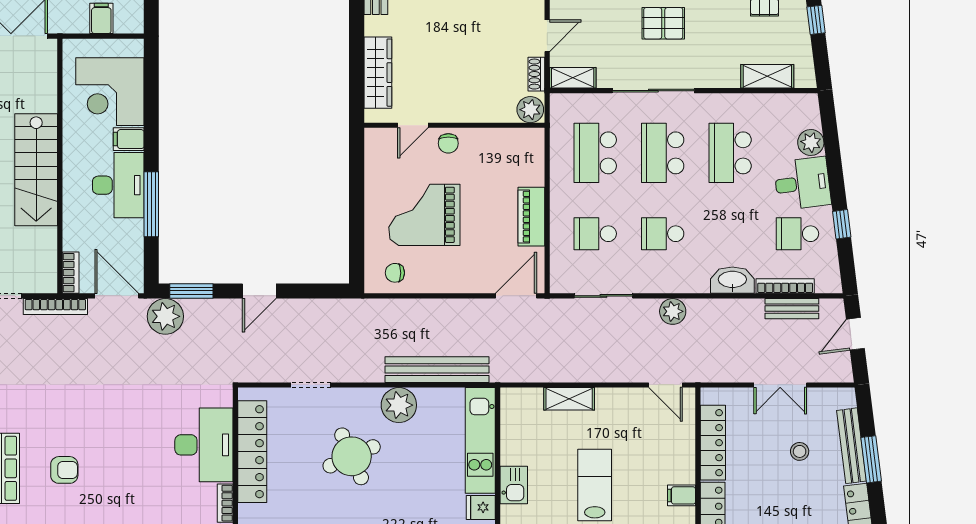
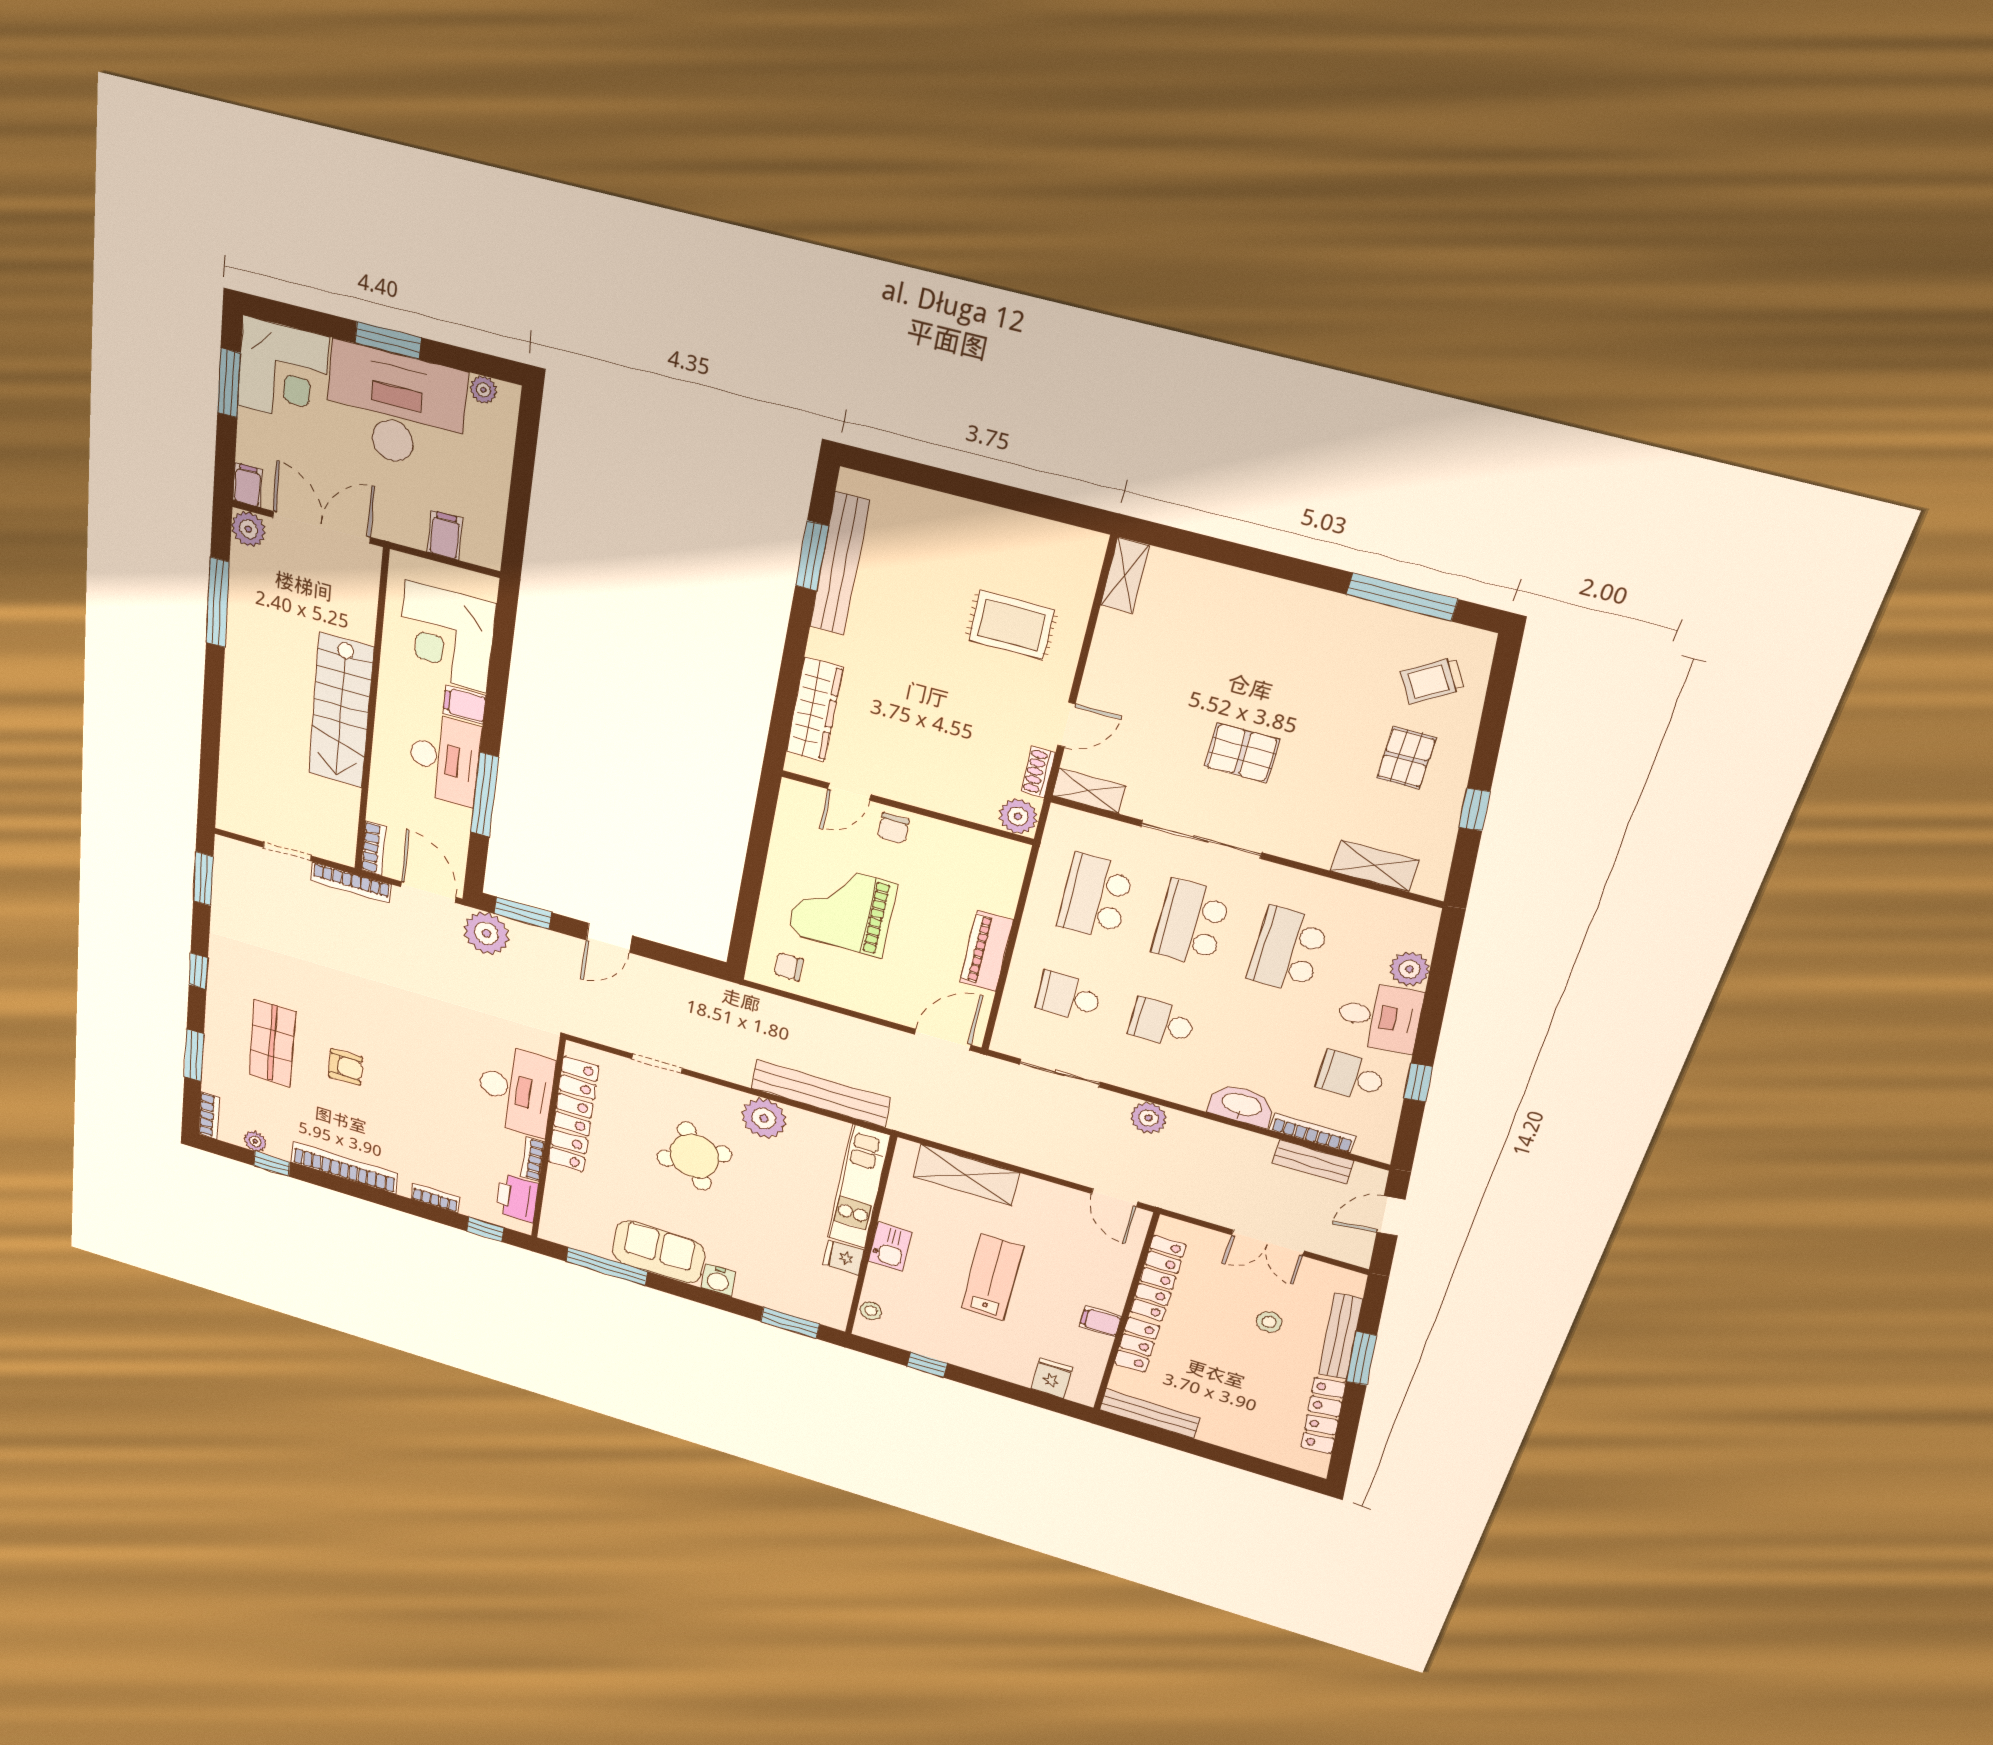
shelving: (569, 399) -> (966, 1175), width x1.50, depth x1.33

